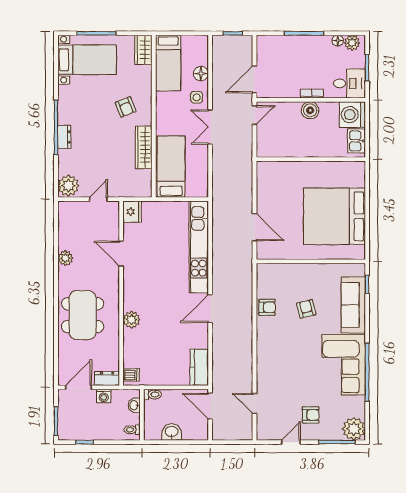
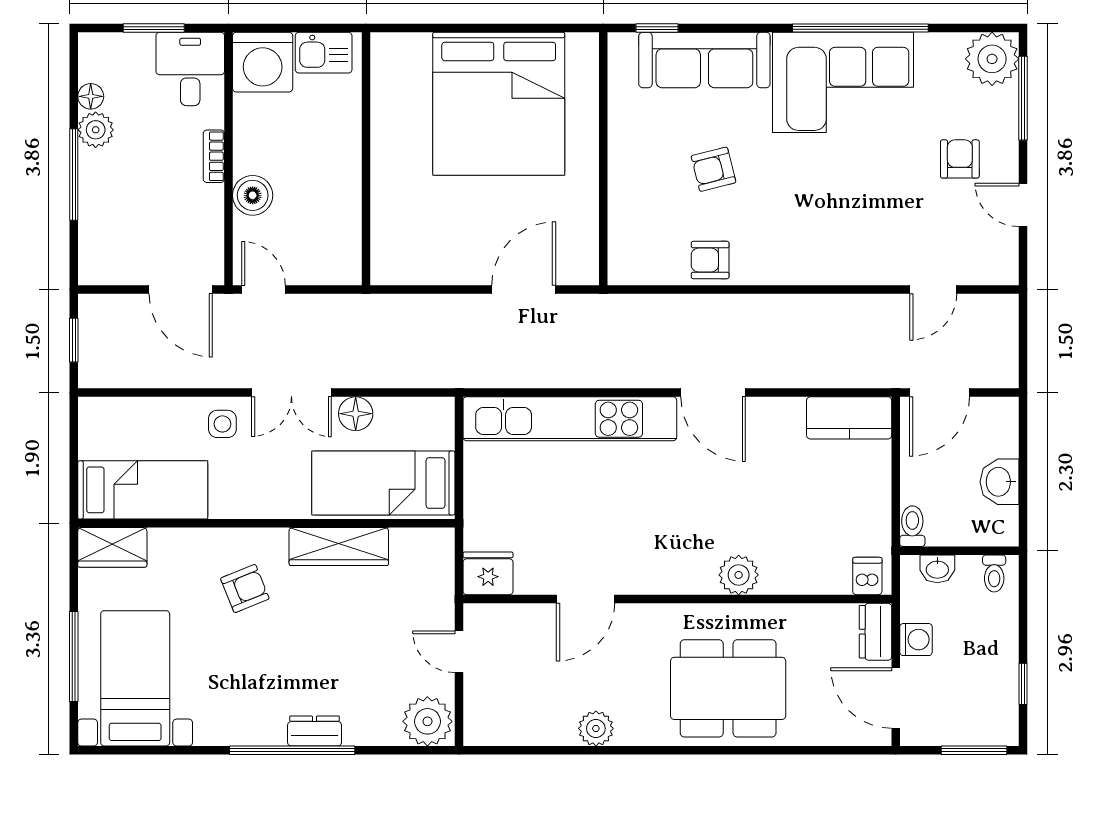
plant: (352, 43) -> (96, 130), moved
floor lamp: (201, 74) -> (356, 414), moved
boiler: (310, 110) -> (253, 195), moved
armchair: (267, 307) -> (710, 260), turned -90

